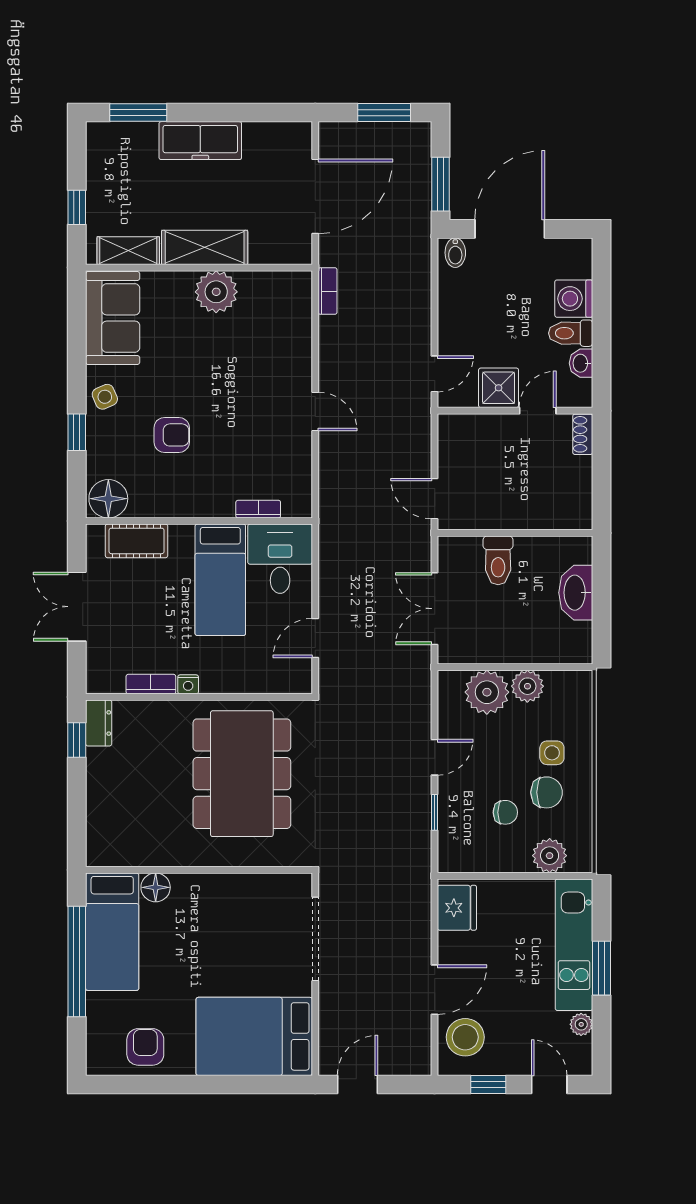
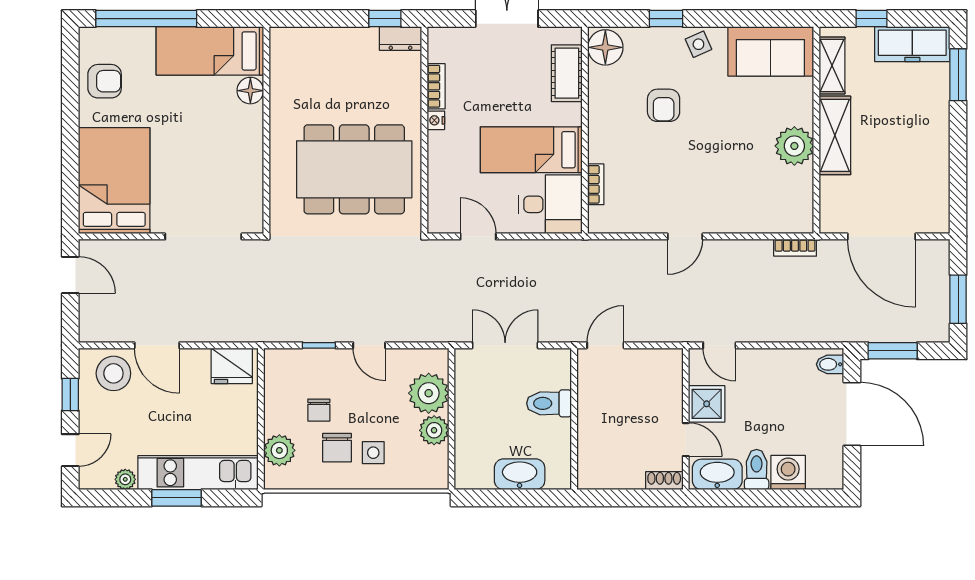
freezer: (200, 141) -> (912, 44), moved, turned -90
washbasin: (581, 363) -> (717, 474), width x1.91, depth x1.45
window: (77, 962) -> (146, 19), moved

